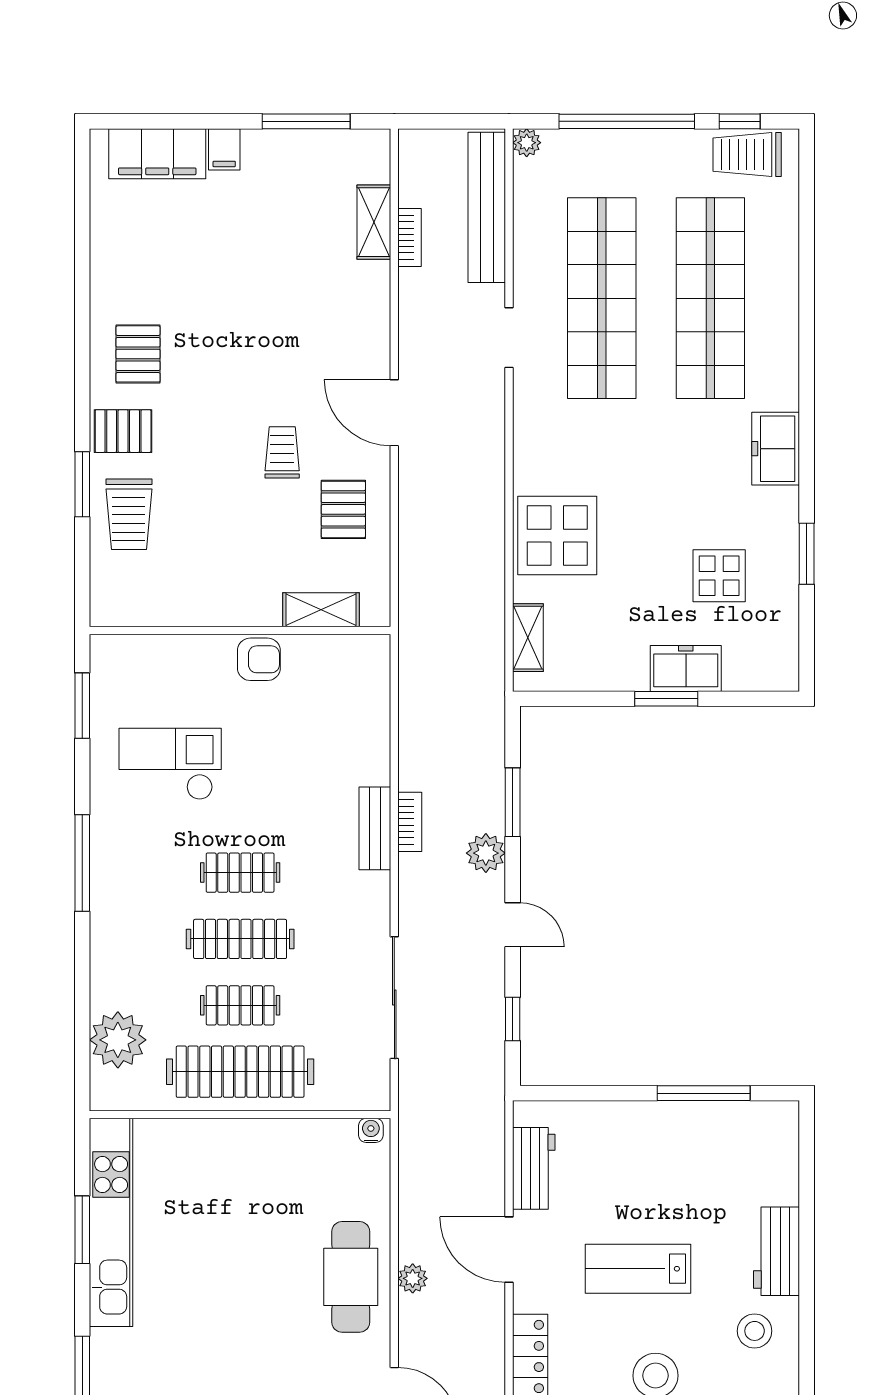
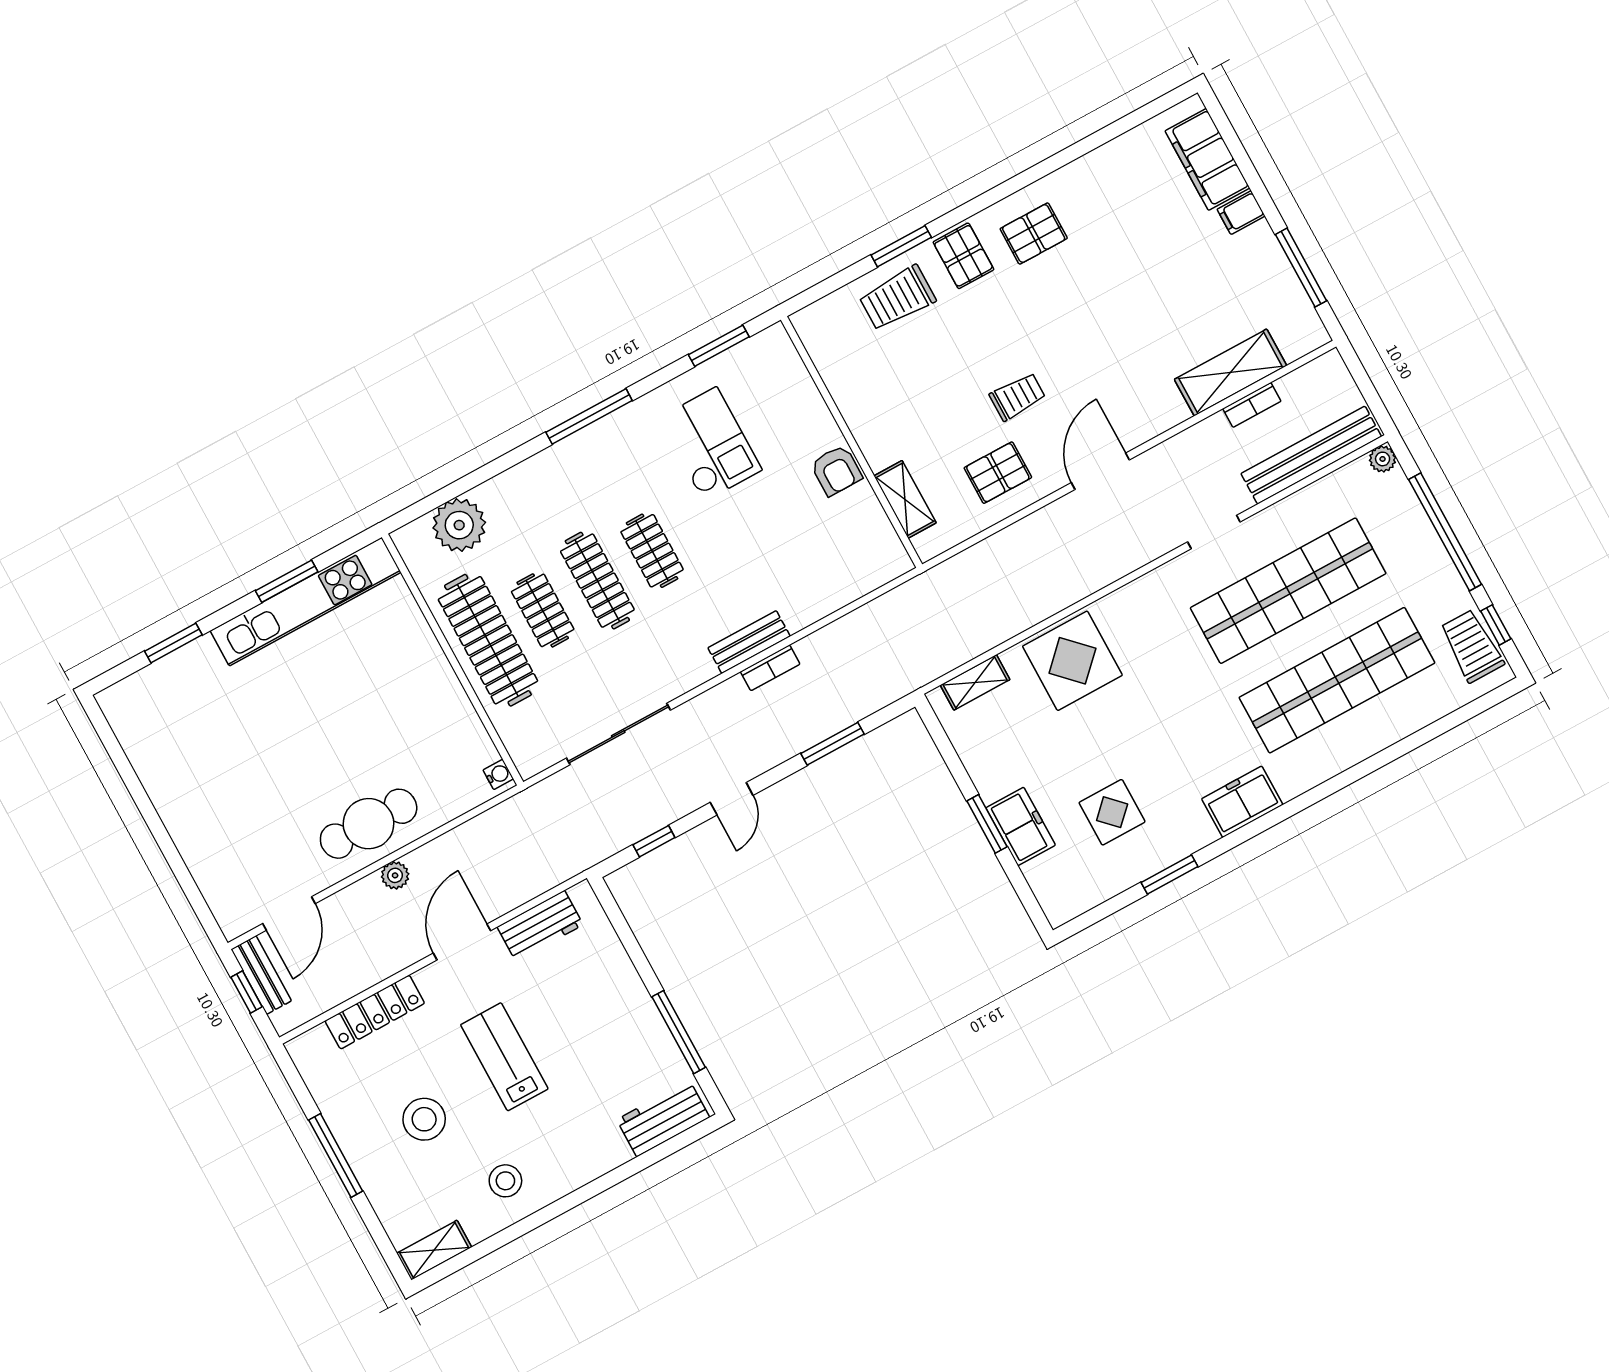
shelving: (374, 222) -> (1230, 372), width x1.50, depth x1.33
plant: (486, 853) -> (779, 745), removed
workbench: (777, 1251) -> (663, 1118), moved

